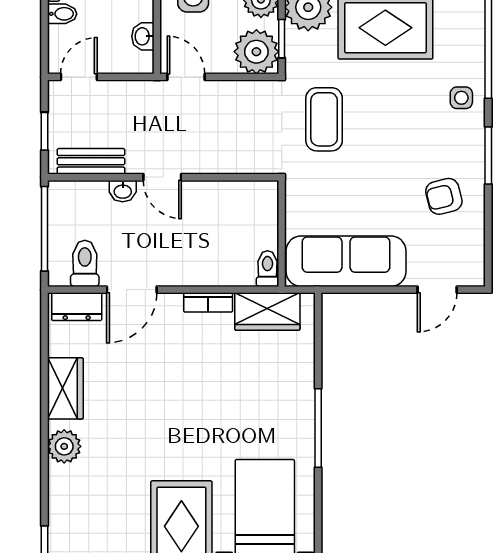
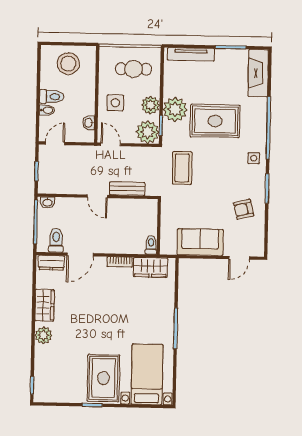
bench: (91, 161) -> (127, 189), moved
washbasin: (123, 191) -> (48, 202), moved
sofa: (346, 261) -> (200, 242), width x0.73

